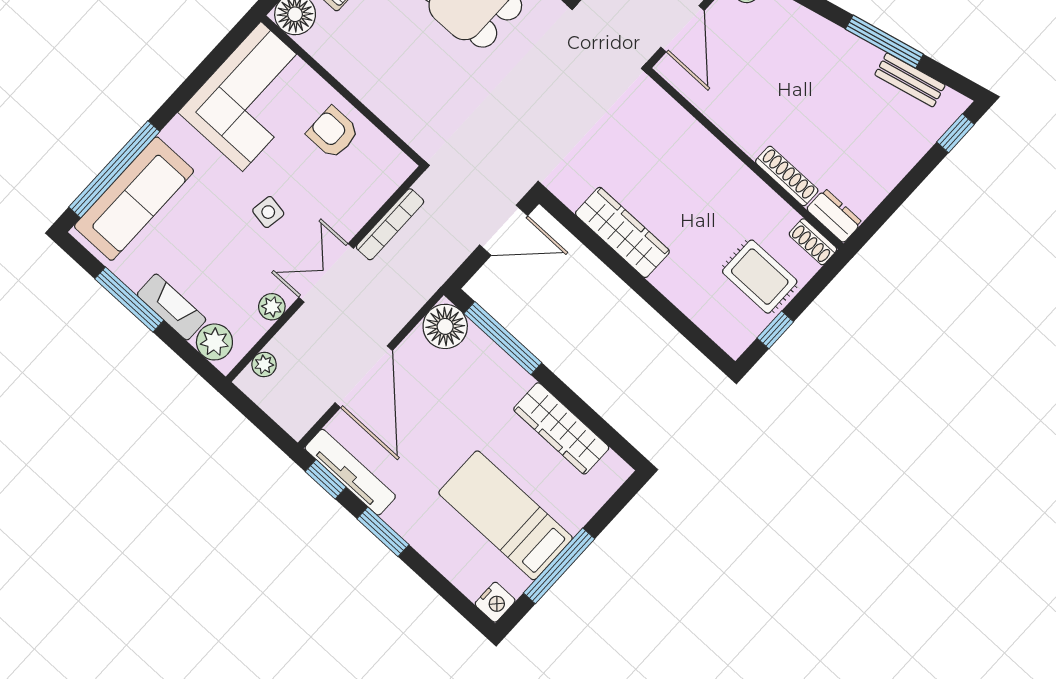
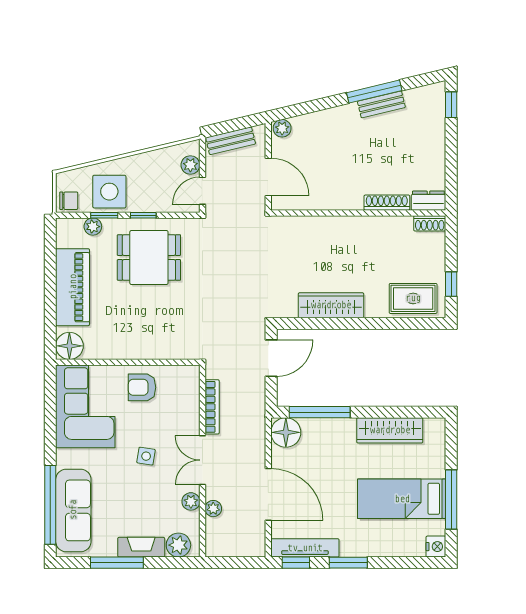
bench: (910, 80) -> (381, 104), moved
rug: (760, 277) -> (413, 298), moved
plant: (264, 364) -> (213, 509), moved

